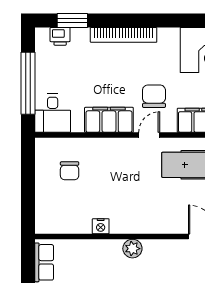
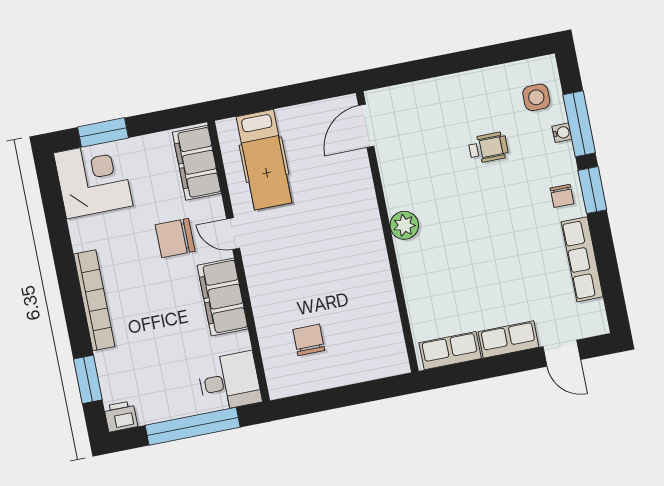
printer: (60, 36) -> (121, 416), moved, turned -90
chair: (70, 171) -> (309, 340), turned -90
nightstand: (101, 226) -> (381, 278), removed

